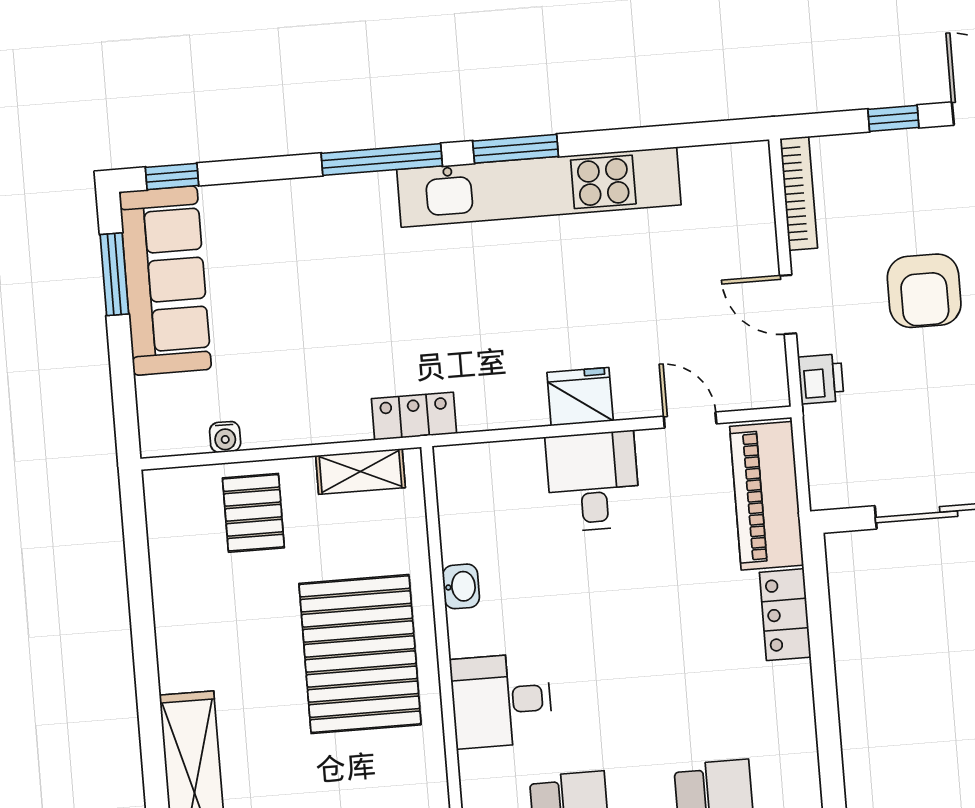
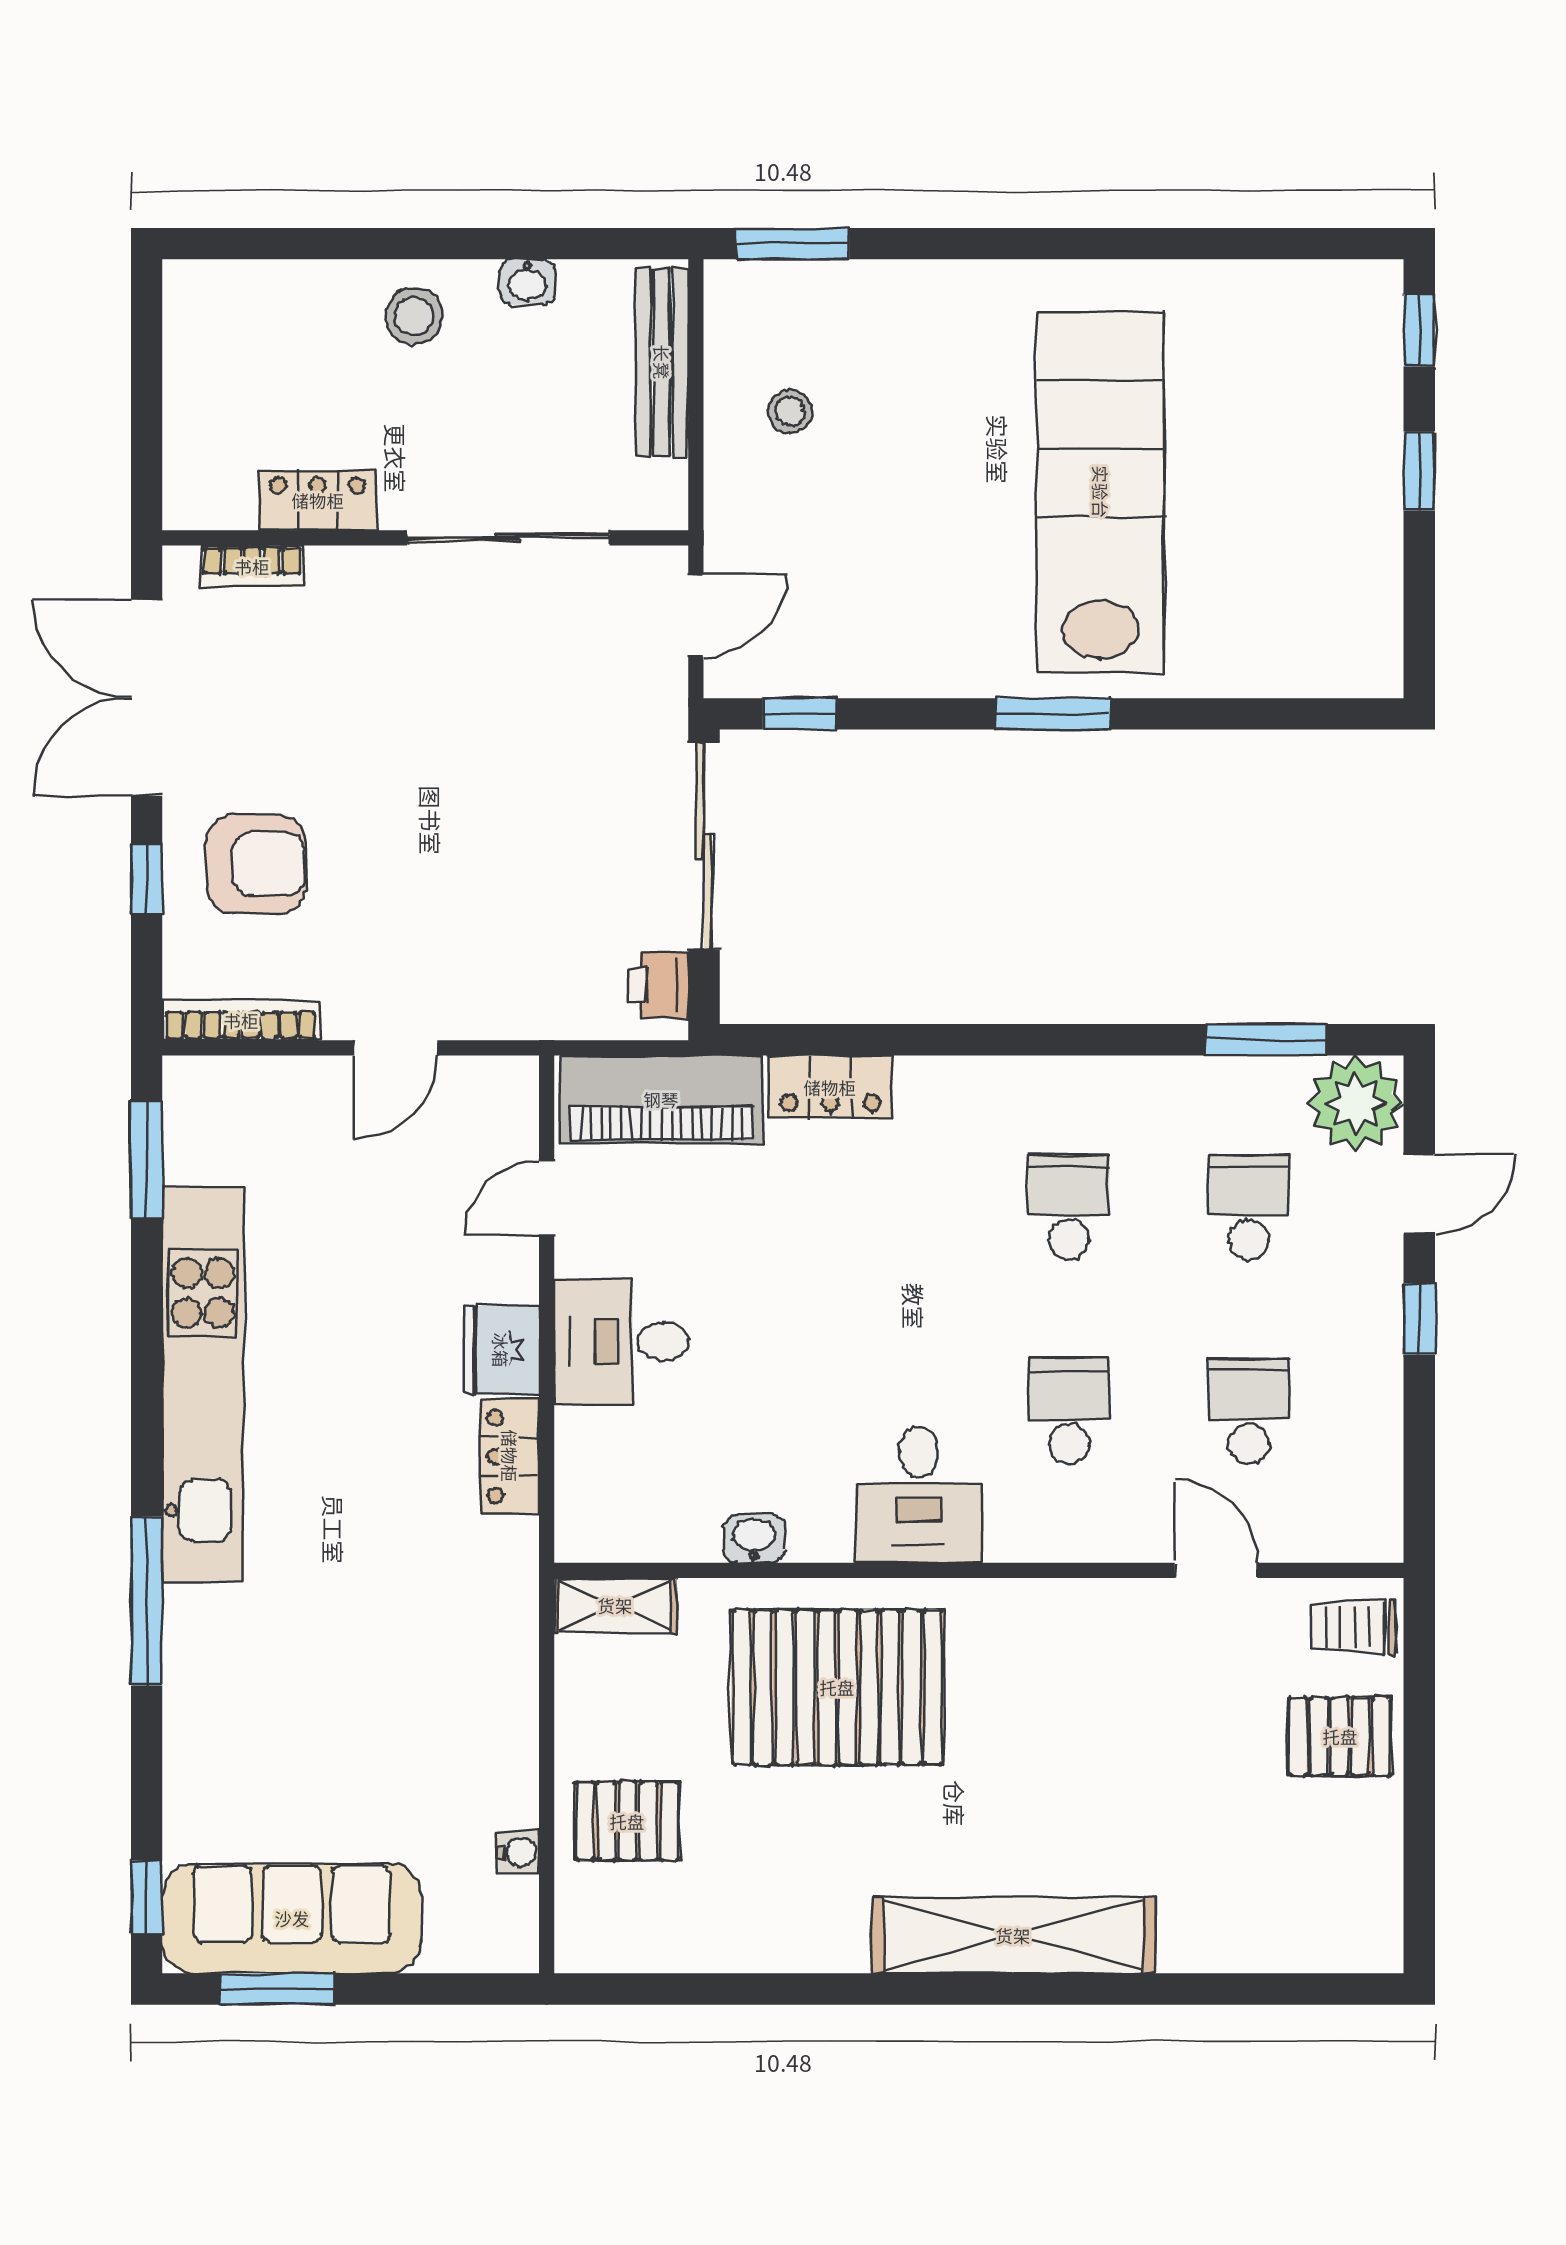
window: (516, 149) -> (147, 1160), moved
armchair: (924, 291) -> (257, 864), moved
printer: (821, 379) -> (658, 985), moved, turned -90
locker: (414, 416) -> (510, 1456), moved
shelving: (360, 472) -> (615, 1605), moved, turned 90

